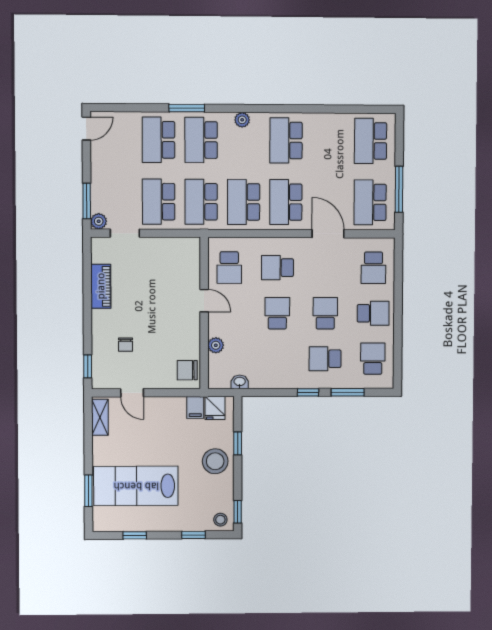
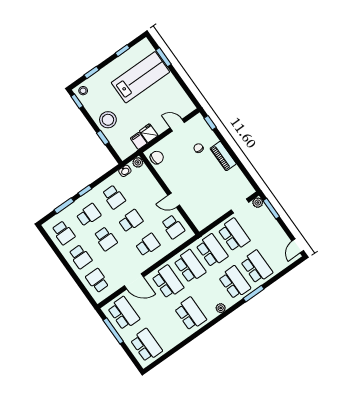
school desk: (229, 268) -> (173, 227), turned 180
piano: (101, 286) -> (223, 156), moved
school desk: (277, 313) -> (131, 221), turned -90
school desk: (373, 313) -> (80, 257), turned -90
plant: (216, 345) -> (138, 162), moved
school desk: (277, 359) -> (114, 197), added
fridge: (215, 408) -> (149, 133), moved
shelving: (100, 417) -> (185, 100), removed

